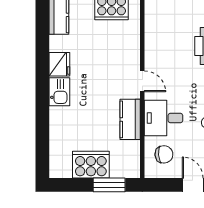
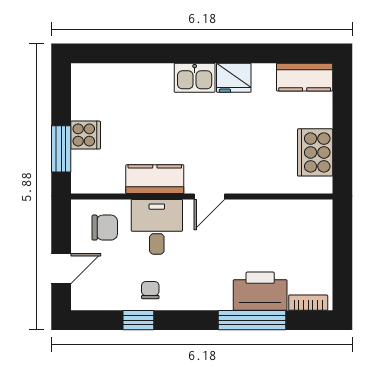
chair: (164, 154) -> (105, 228), turned -86
cooker: (91, 165) -> (86, 135), width x0.53, depth x0.76

